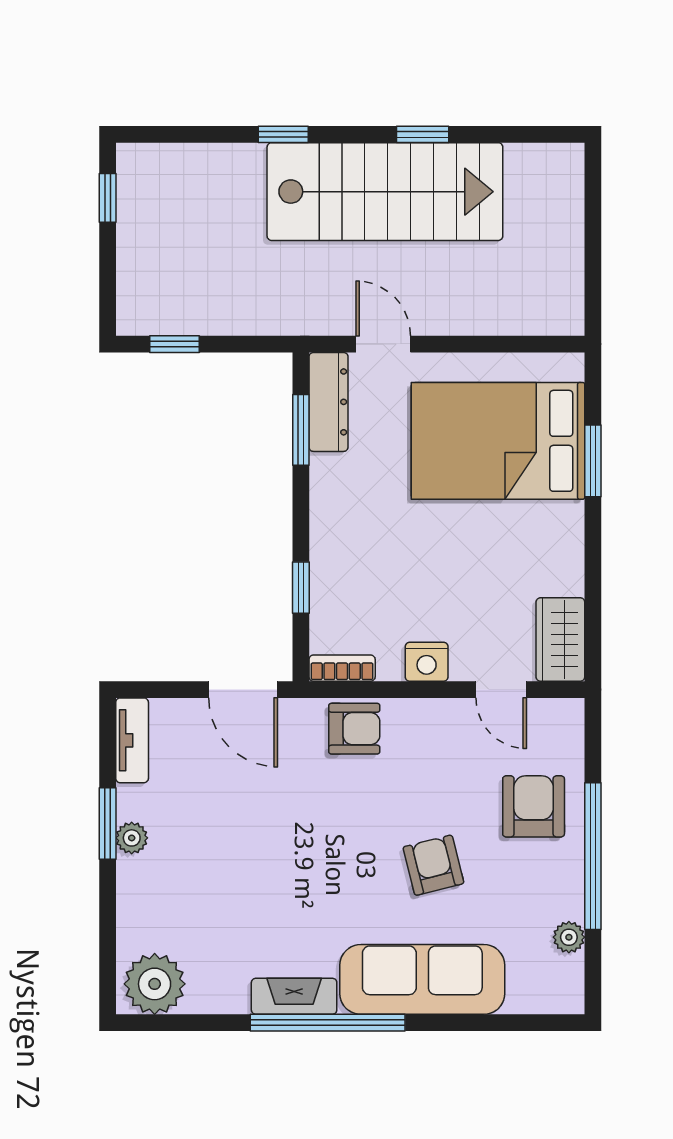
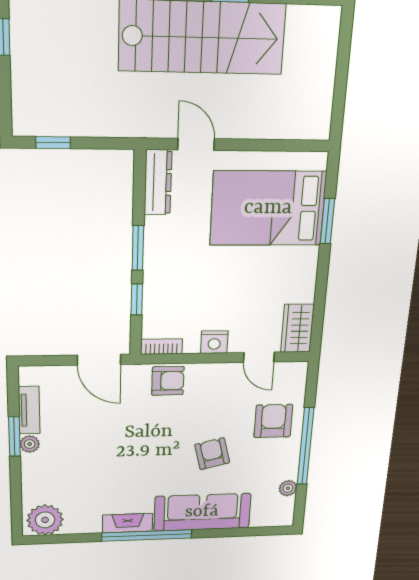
window: (301, 430) -> (138, 248), moved
tv unit: (132, 740) -> (29, 410), moved

